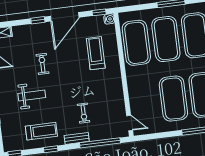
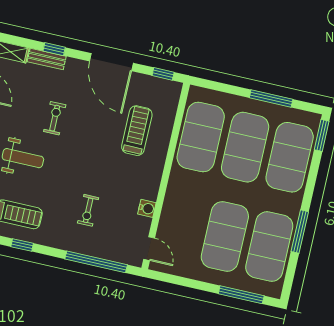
door: (65, 17) -> (111, 62), hinge flipped
water cooler: (109, 19) -> (147, 208), moved
window: (38, 20) -> (54, 49), moved
bench: (77, 138) -> (47, 59), moved

